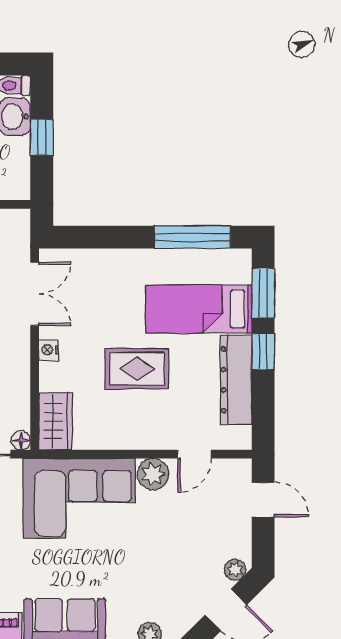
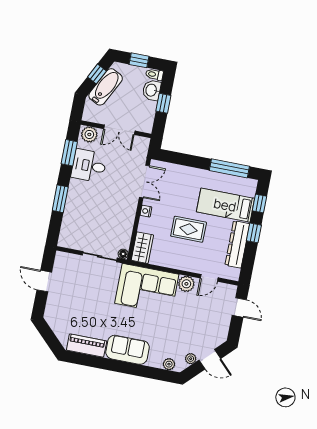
window: (263, 293) -> (260, 203), width x0.67
plant: (235, 570) -> (191, 359), moved

